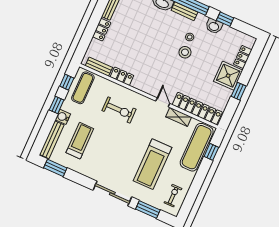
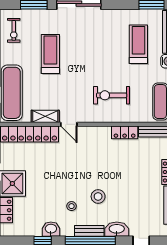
stool: (185, 52) -> (98, 196), moved
treadmill: (80, 141) -> (138, 44), turned 180
treadmill: (153, 164) -> (50, 54), width x0.73, depth x0.73

